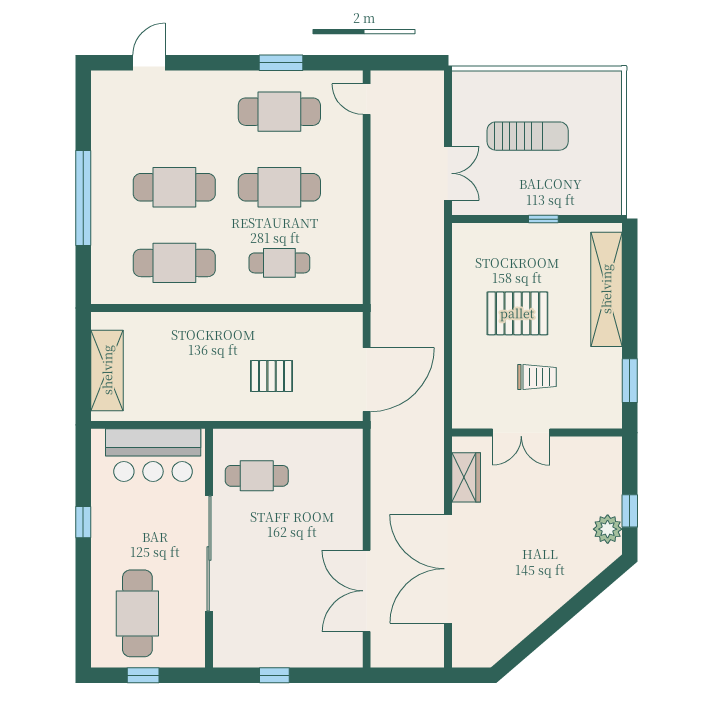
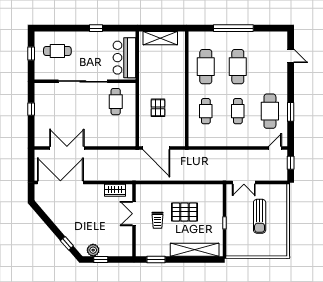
window: (401, 63) -> (291, 163), added
cafe table: (279, 187) -> (238, 111), width x0.73, depth x0.74
pallet: (517, 313) -> (184, 212), turned 90
double door: (448, 569) -> (60, 183), moved
window: (591, 591) -> (67, 243), added
cafe table: (137, 613) -> (57, 51), width x0.73, depth x0.74

